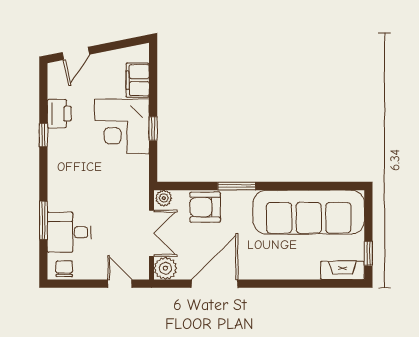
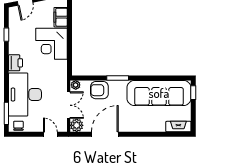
printer: (59, 114) -> (16, 63), moved
window: (153, 129) -> (70, 45), removed
window: (43, 135) -> (6, 35), moved
window: (43, 220) -> (6, 113), moved
desk: (69, 232) -> (25, 95), width x1.87, depth x1.30
window: (368, 253) -> (193, 93), moved

